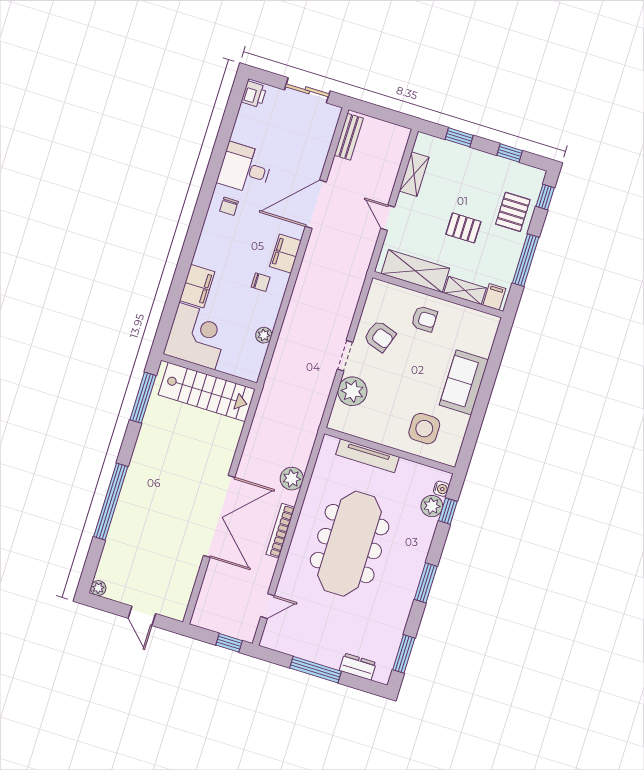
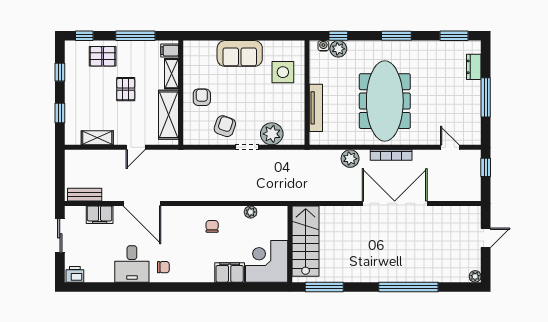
filing cabinet: (285, 254) -> (100, 215), moved
meeting table: (350, 544) -> (385, 101), turned 90

